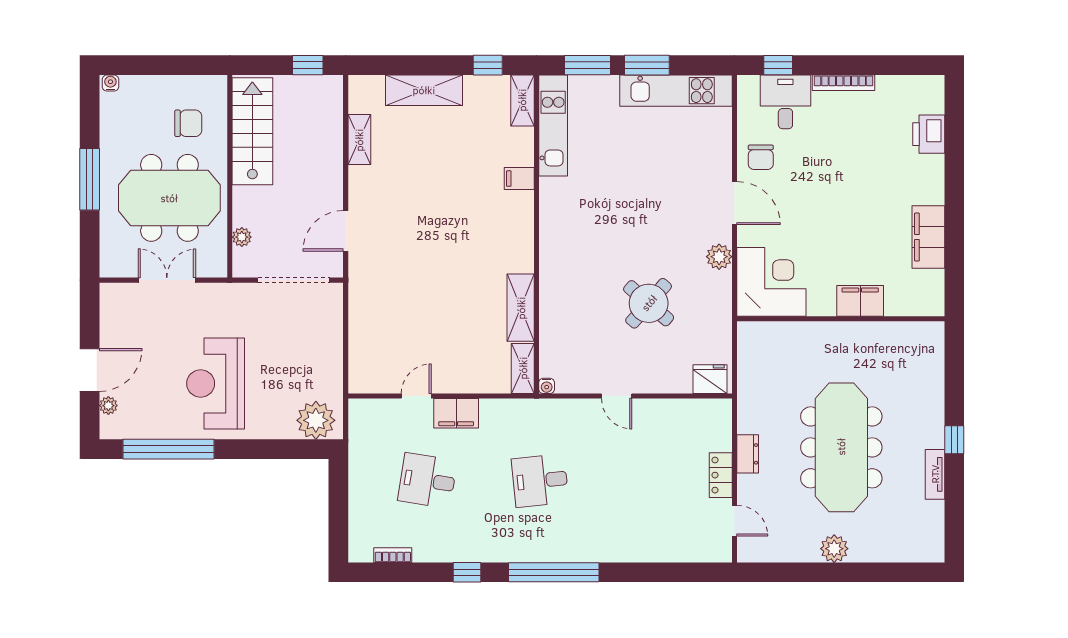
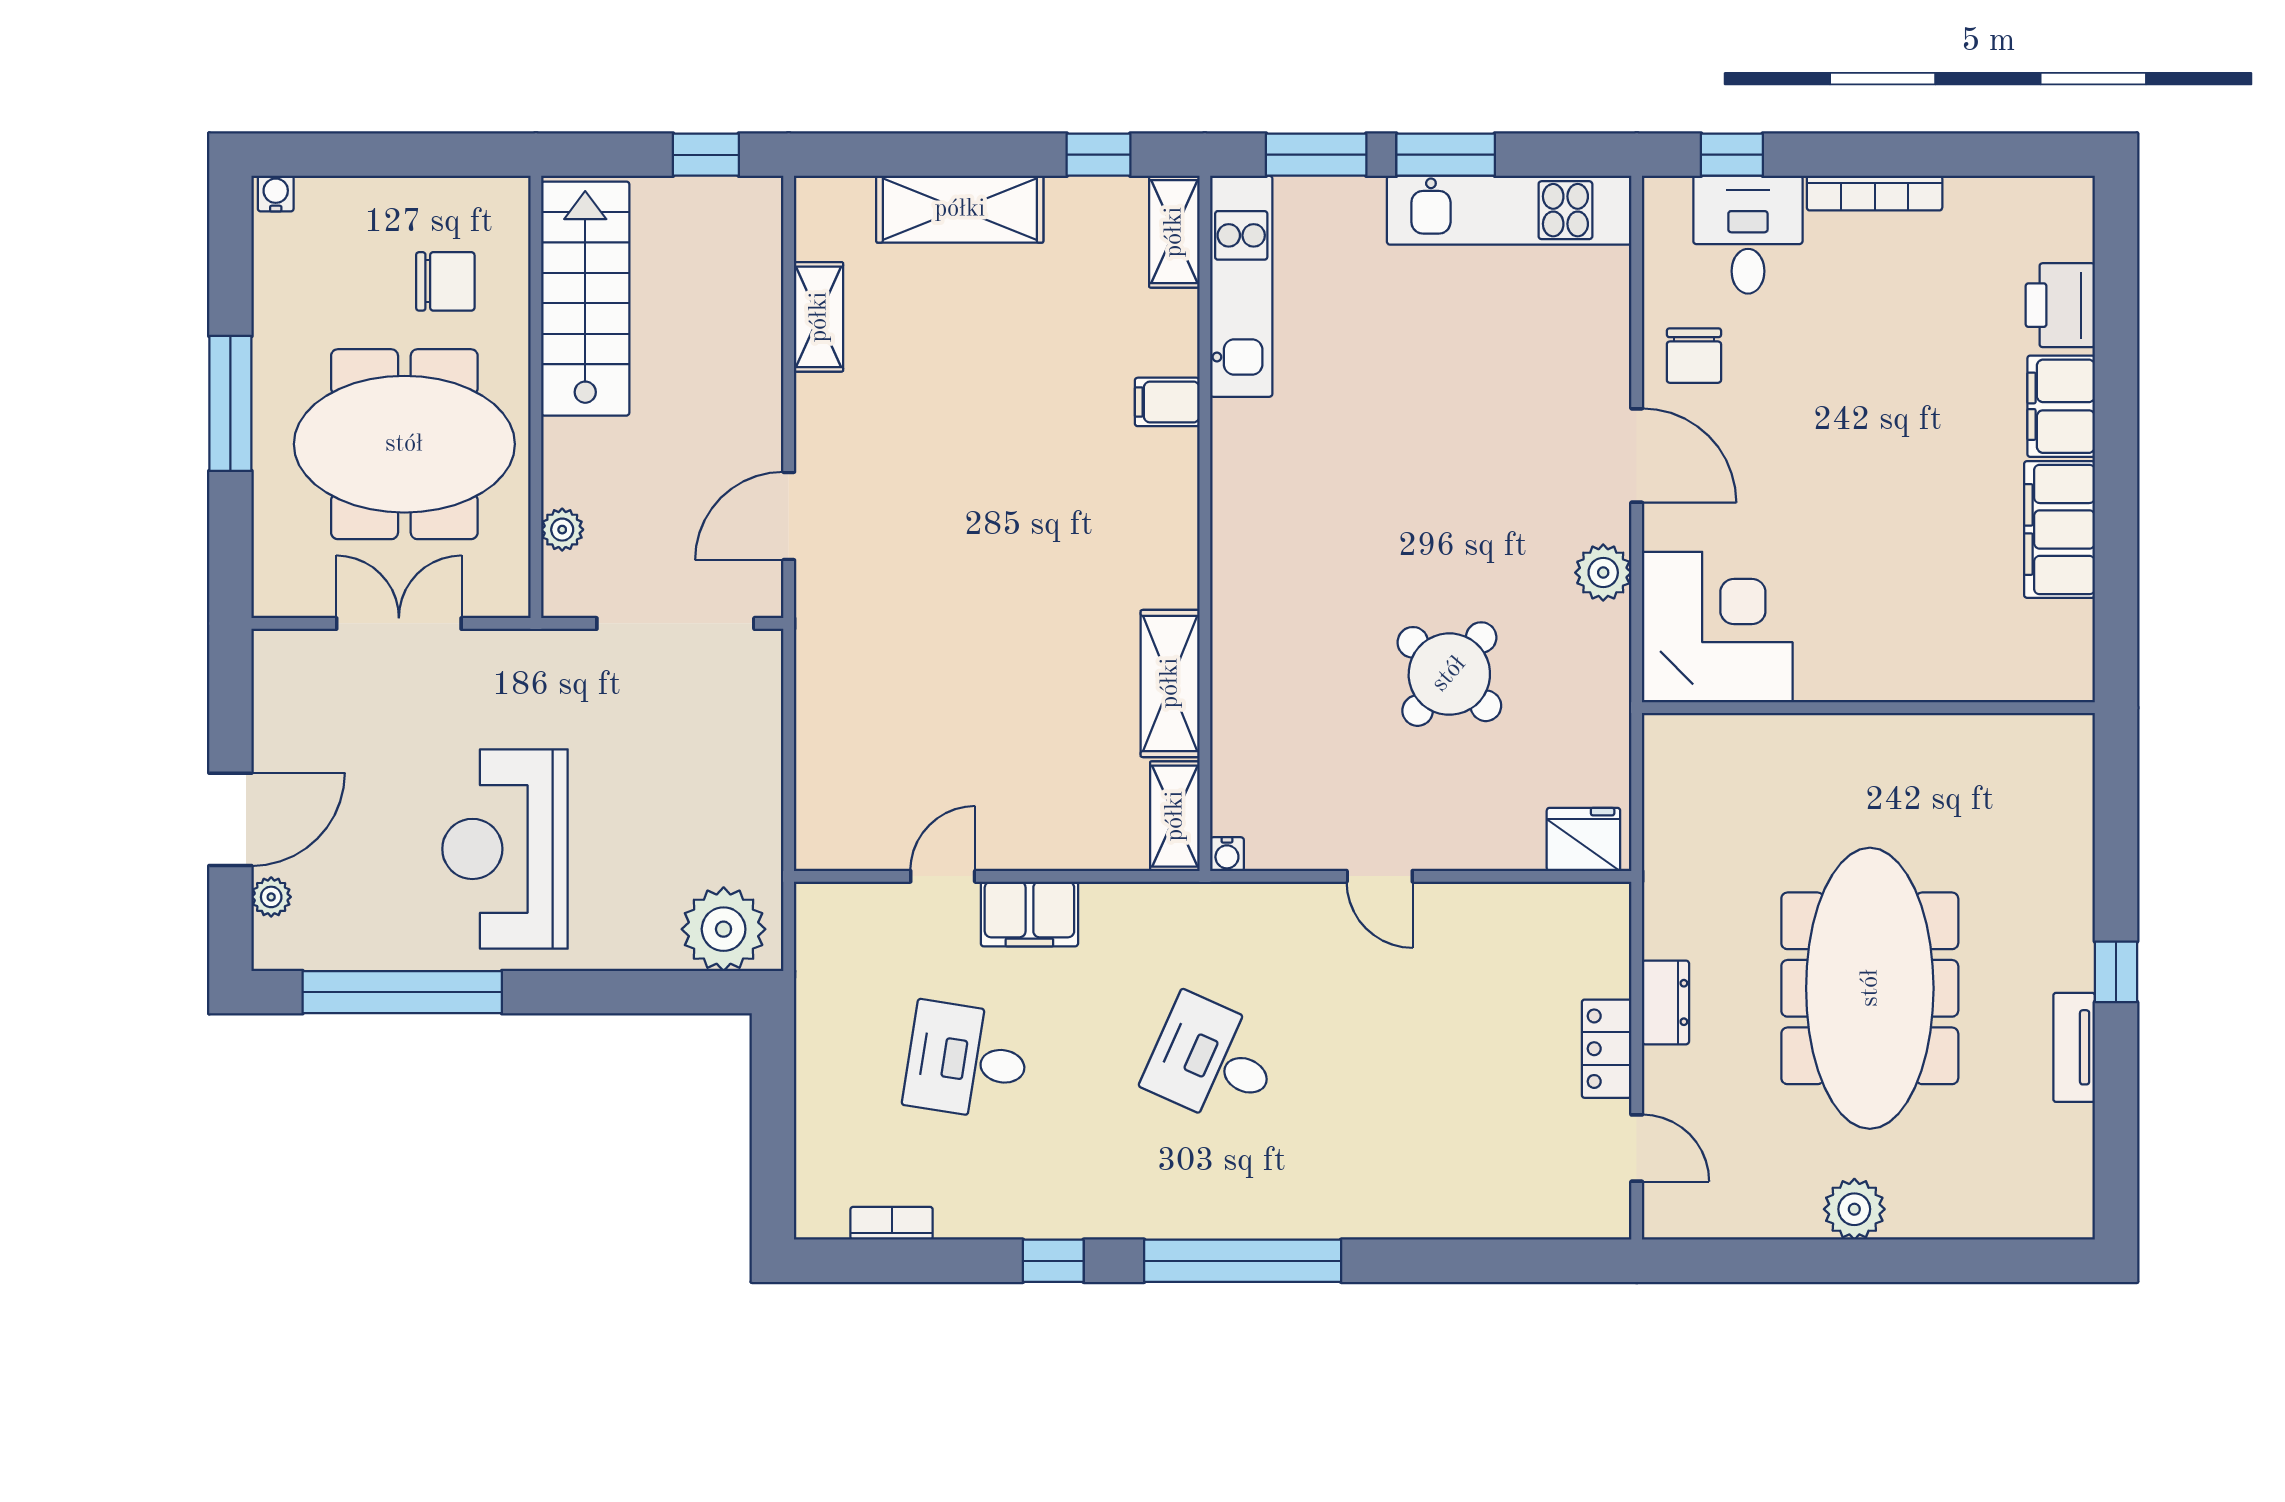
filing cabinet: (860, 301) -> (2061, 406), moved, turned -90
desk: (540, 481) -> (1213, 1061), turned 30

